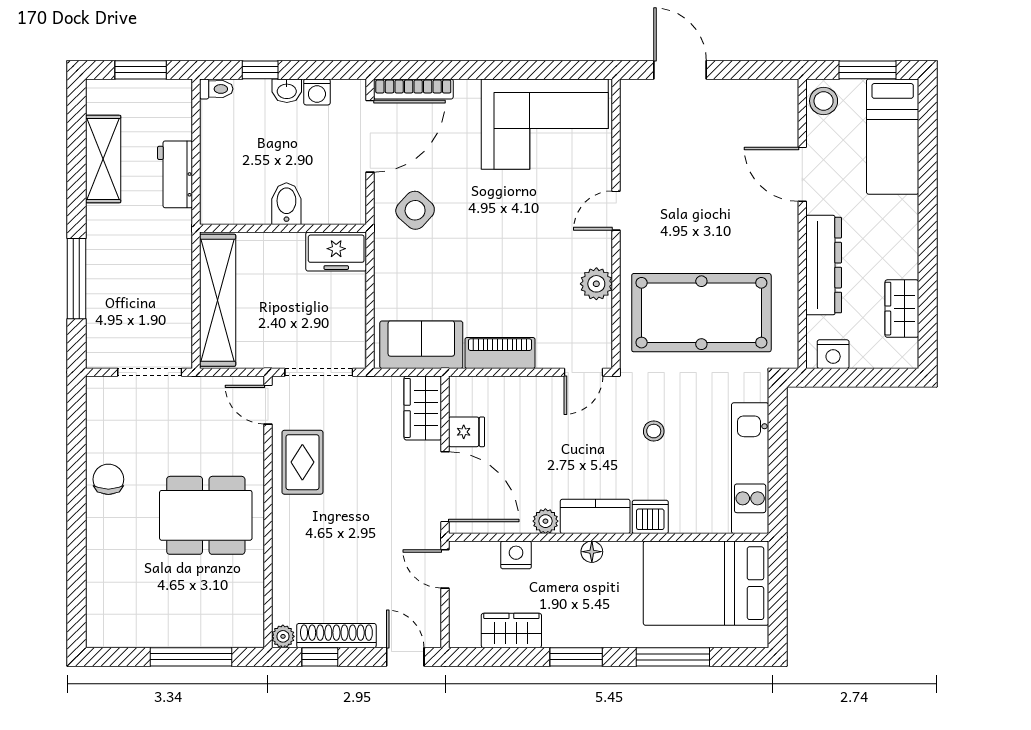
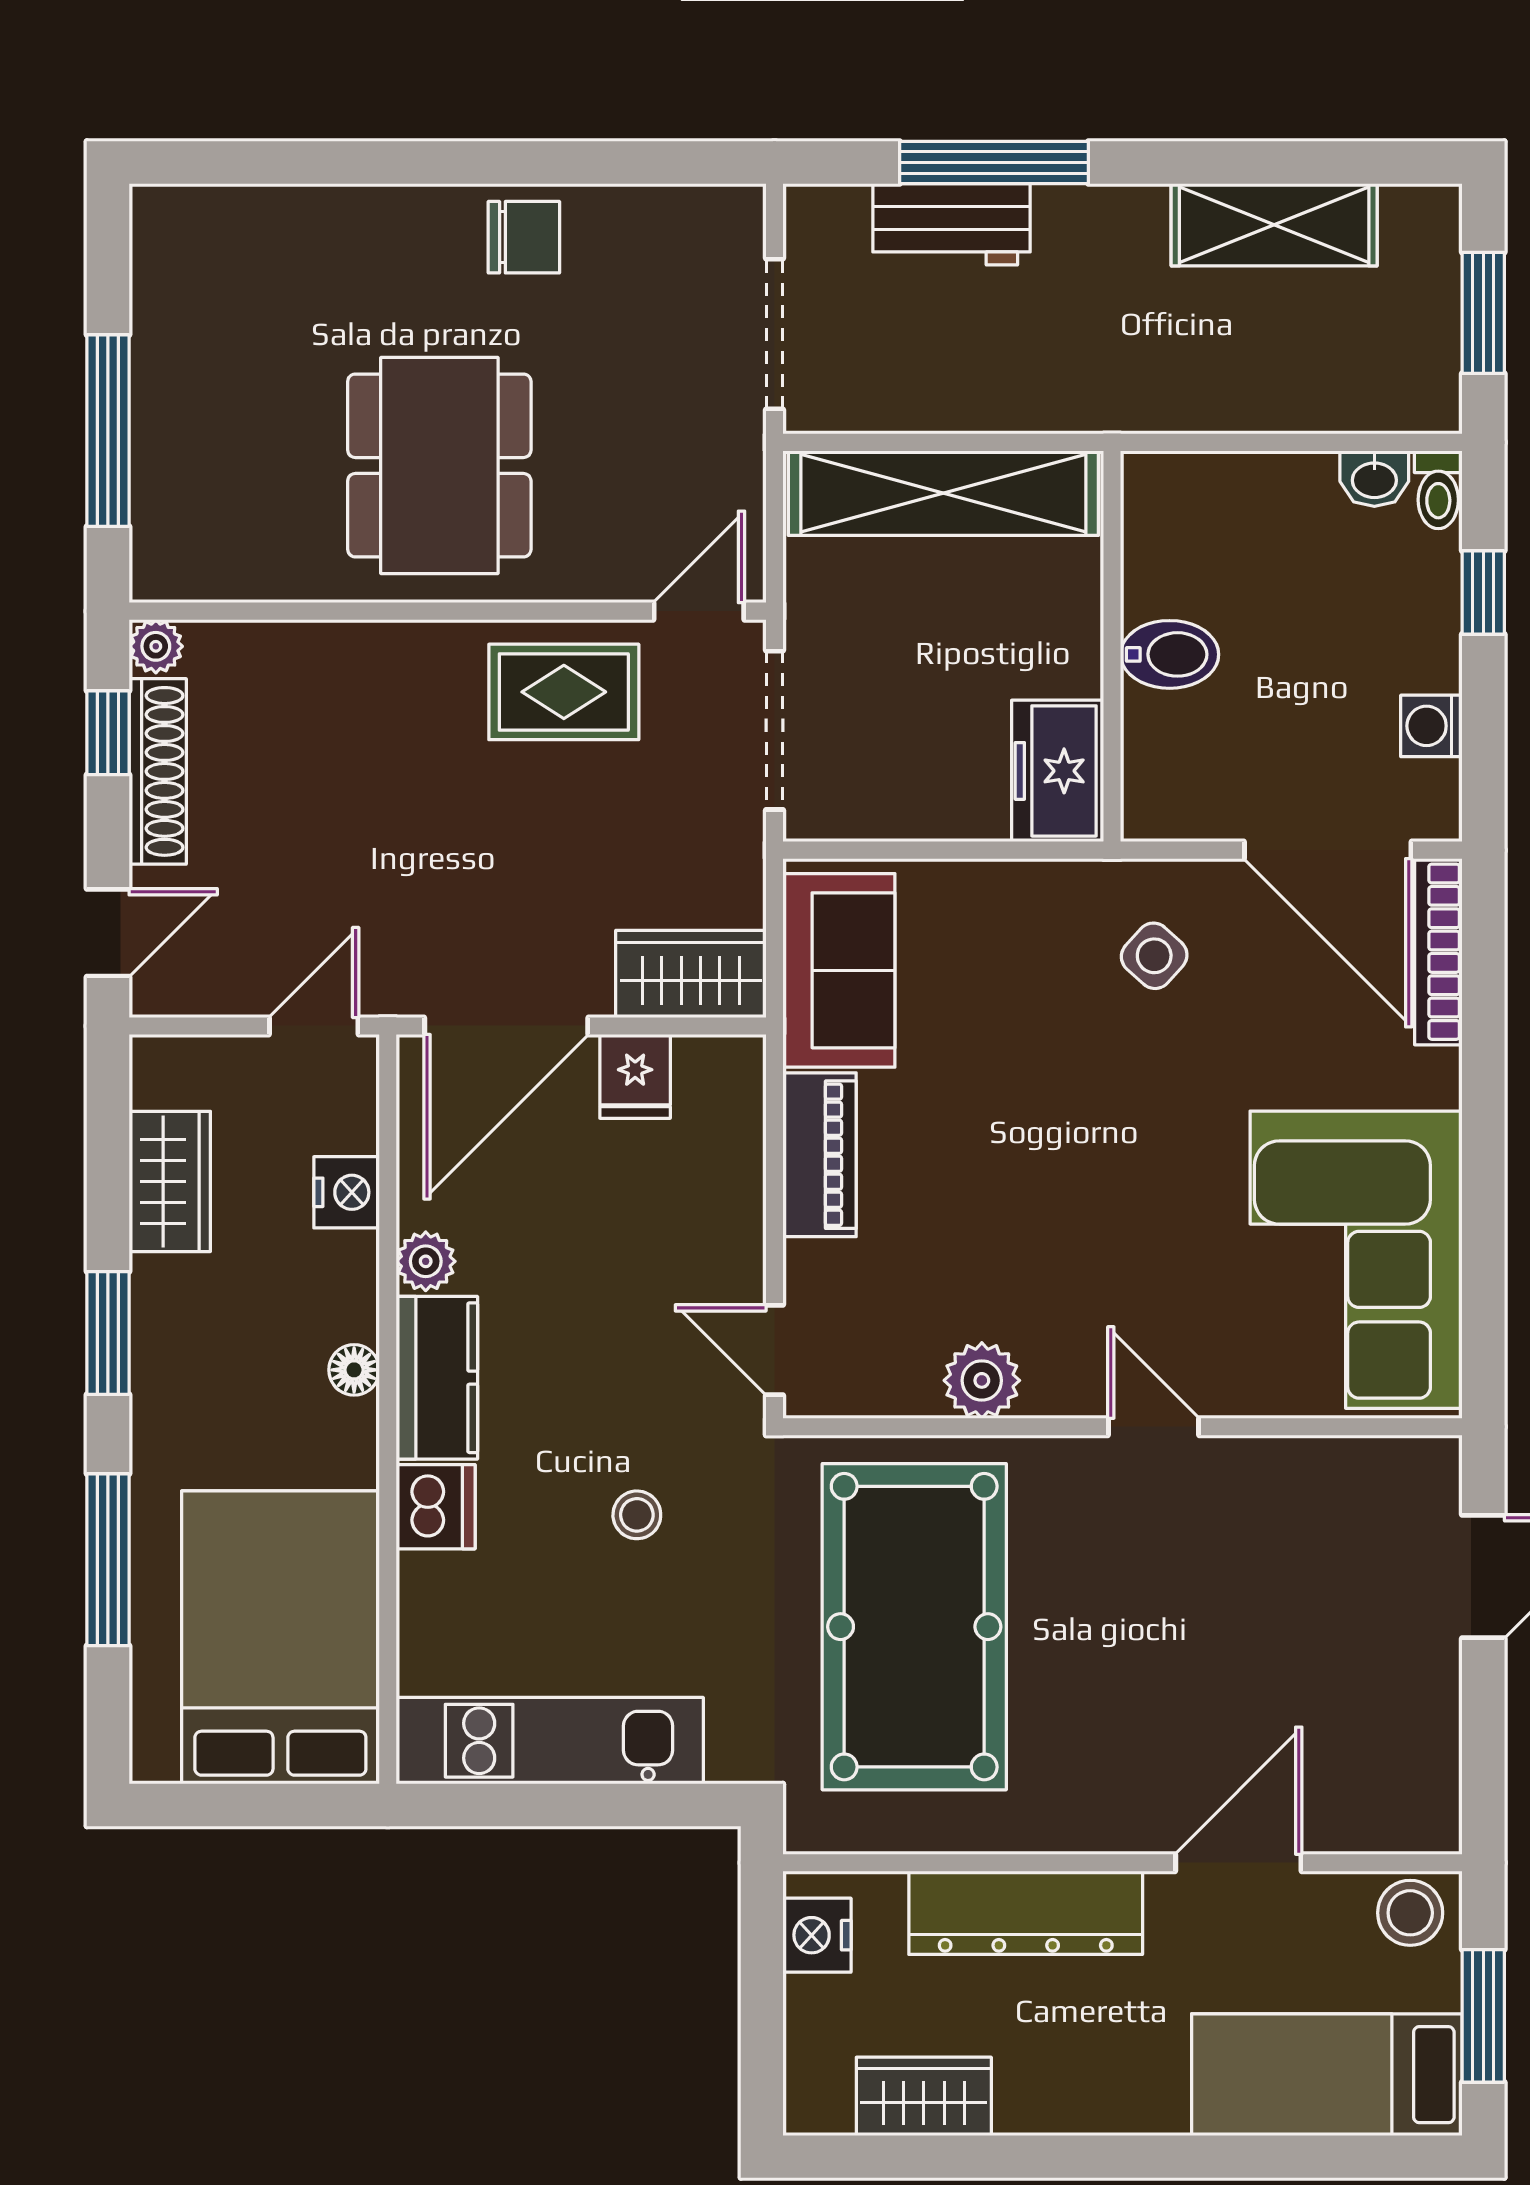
washbasin: (287, 91) -> (1374, 479), moved, turned -90
workbench: (175, 174) -> (952, 224), moved, turned 180
side table: (415, 210) -> (1154, 956), width x0.73, depth x0.73

